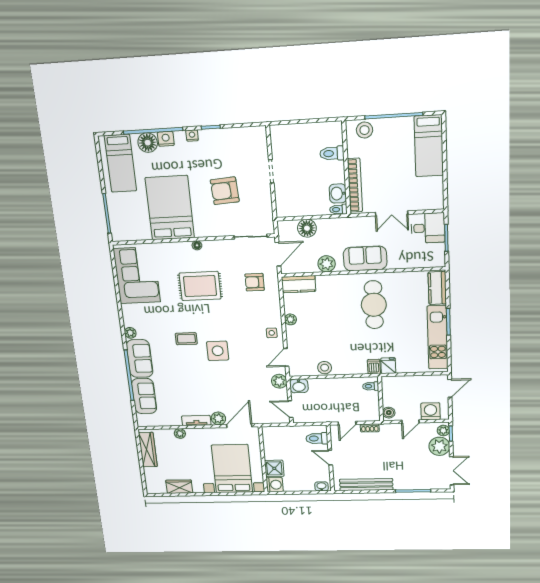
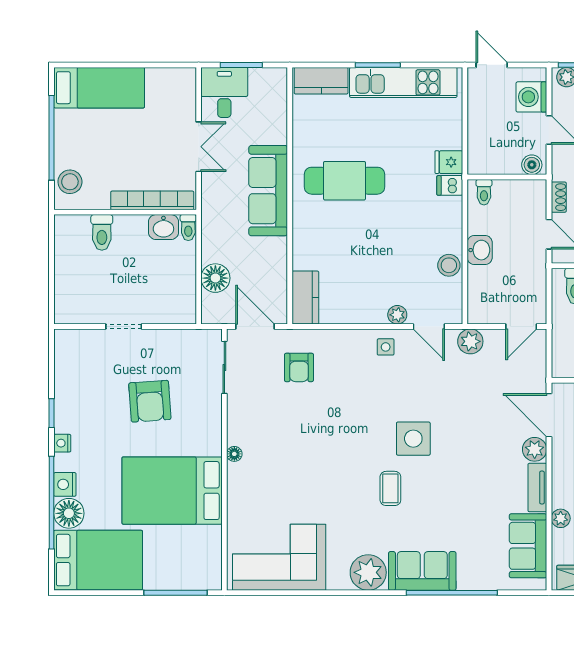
bed: (120, 163) -> (98, 560), width x1.50
sofa: (365, 258) -> (268, 191), width x1.36
plant: (327, 264) -> (274, 251), removed
rug: (200, 286) -> (302, 456), removed
plant: (291, 319) -> (397, 315), moved
plant: (130, 333) -> (368, 572), width x1.88, depth x1.88
washbasin: (299, 386) -> (480, 250), moved
sofa: (144, 396) -> (528, 546), moved, turned -90

